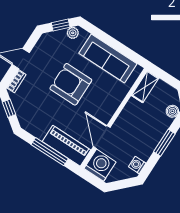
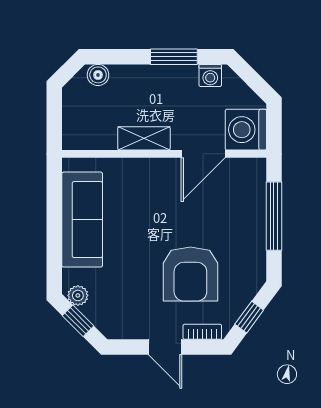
armchair: (71, 84) -> (190, 274), moved
shelving: (145, 87) -> (144, 138), moved
window: (164, 143) -> (174, 57), moved
piano: (67, 146) -> (249, 197), removed

